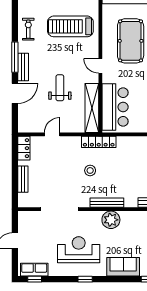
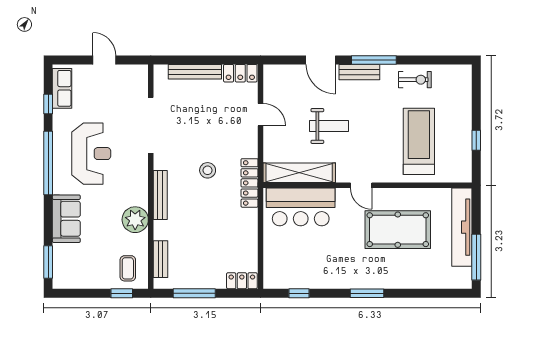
door: (100, 66) -> (361, 185), swing flipped
bench: (23, 179) -> (195, 72), width x1.36
plant: (111, 220) -> (135, 220), moved
window: (35, 279) -> (48, 104), moved
window: (85, 279) -> (48, 163), width x3.17

